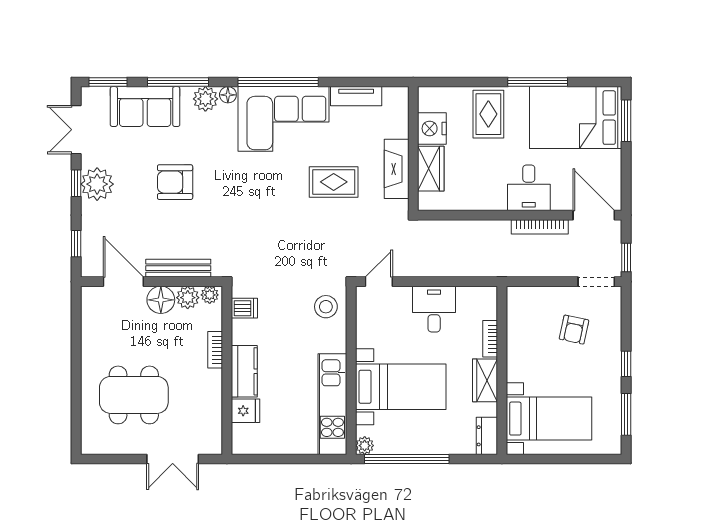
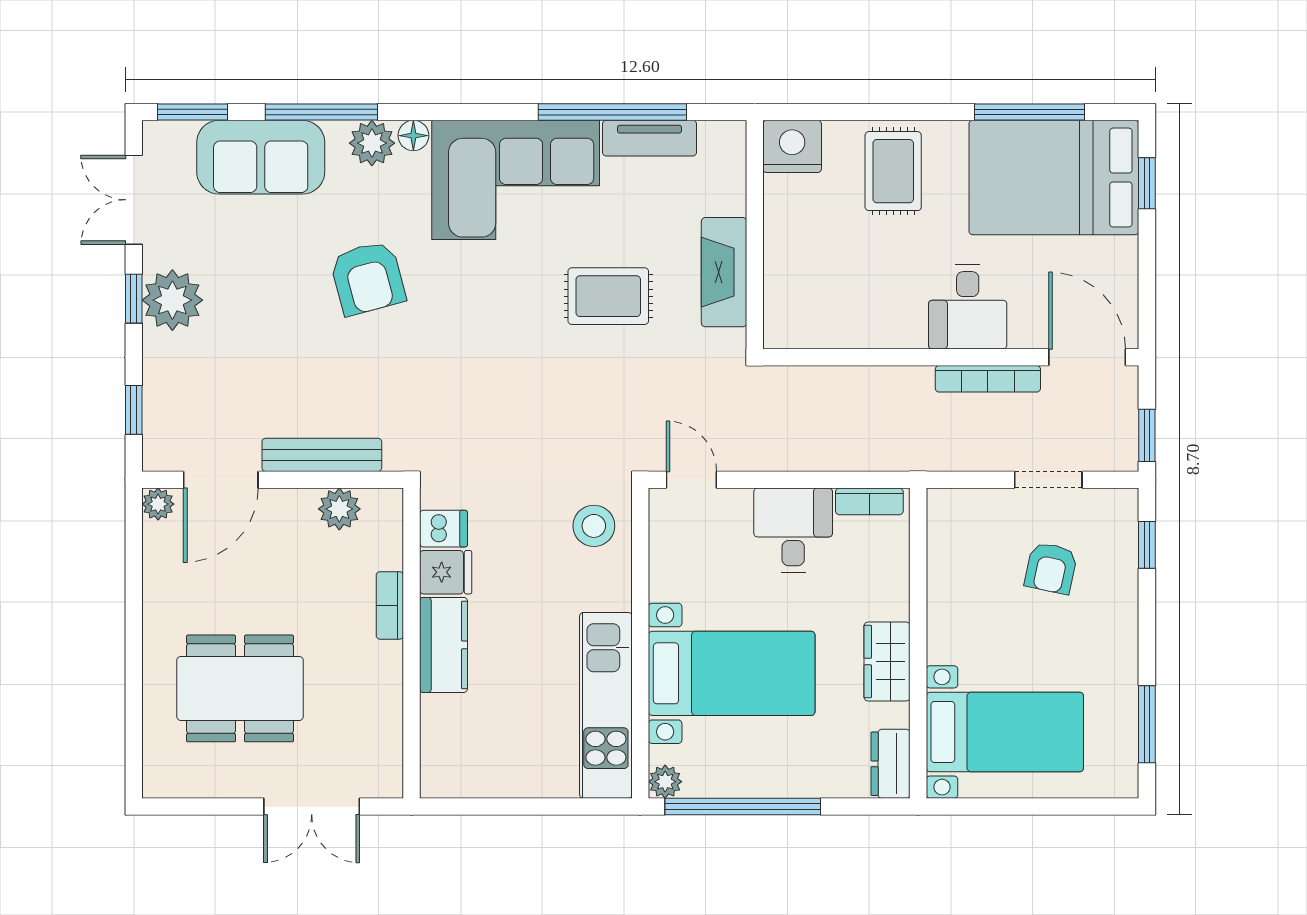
window: (278, 82) -> (612, 112), moved
window: (538, 82) -> (1029, 112), moved
window: (626, 121) -> (1147, 183), width x0.67
nightstand: (432, 128) -> (792, 146), moved, turned 90
wardrobe: (431, 169) -> (787, 272), removed
armchair: (175, 182) -> (368, 278), moved, turned -105
door: (123, 282) -> (221, 480), swing flipped
door: (379, 282) -> (691, 480), hinge flipped
doorway: (596, 282) -> (1048, 480), moved
plant: (210, 295) -> (158, 504), moved
floor lamp: (161, 300) -> (290, 513), removed
bookcase: (490, 339) -> (869, 501), moved, turned -90
window: (626, 364) -> (1147, 545), moved
fridge: (245, 411) -> (446, 572), moved

